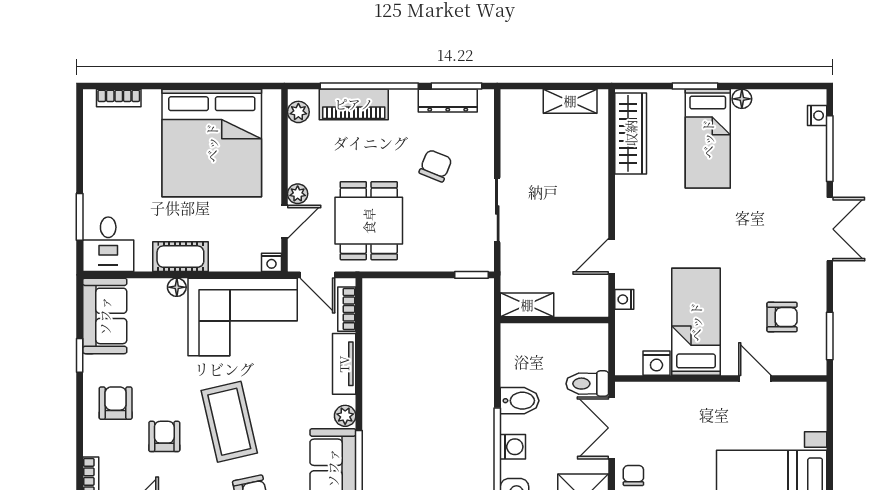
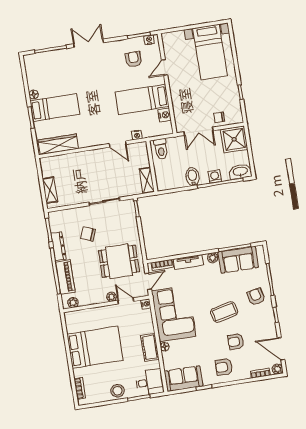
dresser: (448, 101) -> (59, 246), moved
shelving: (570, 101) -> (50, 190), moved
nightstand: (817, 116) -> (149, 40), moved
bed: (212, 143) -> (95, 347), width x0.73
stool: (101, 175) -> (118, 391), added
toilet: (587, 384) -> (161, 149), moved
coffee table: (229, 422) -> (224, 312), width x0.73, depth x0.76

